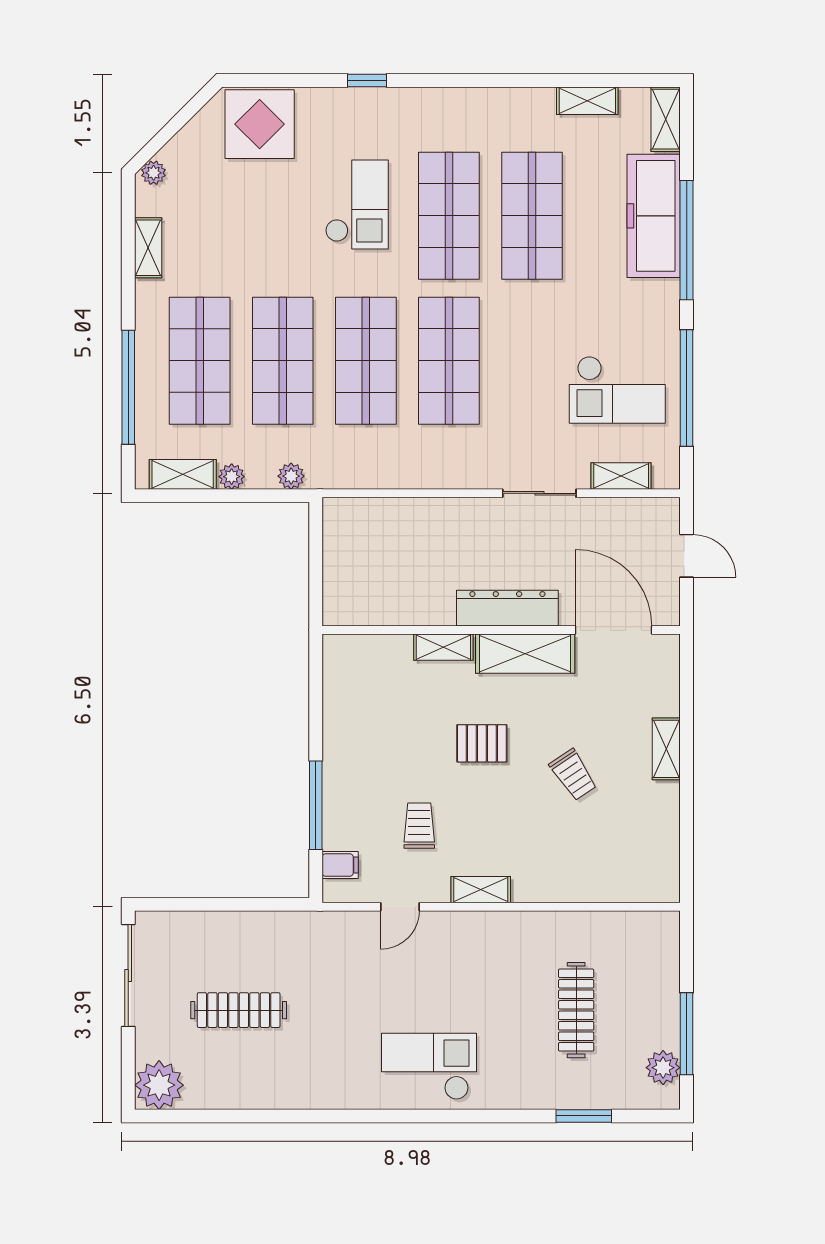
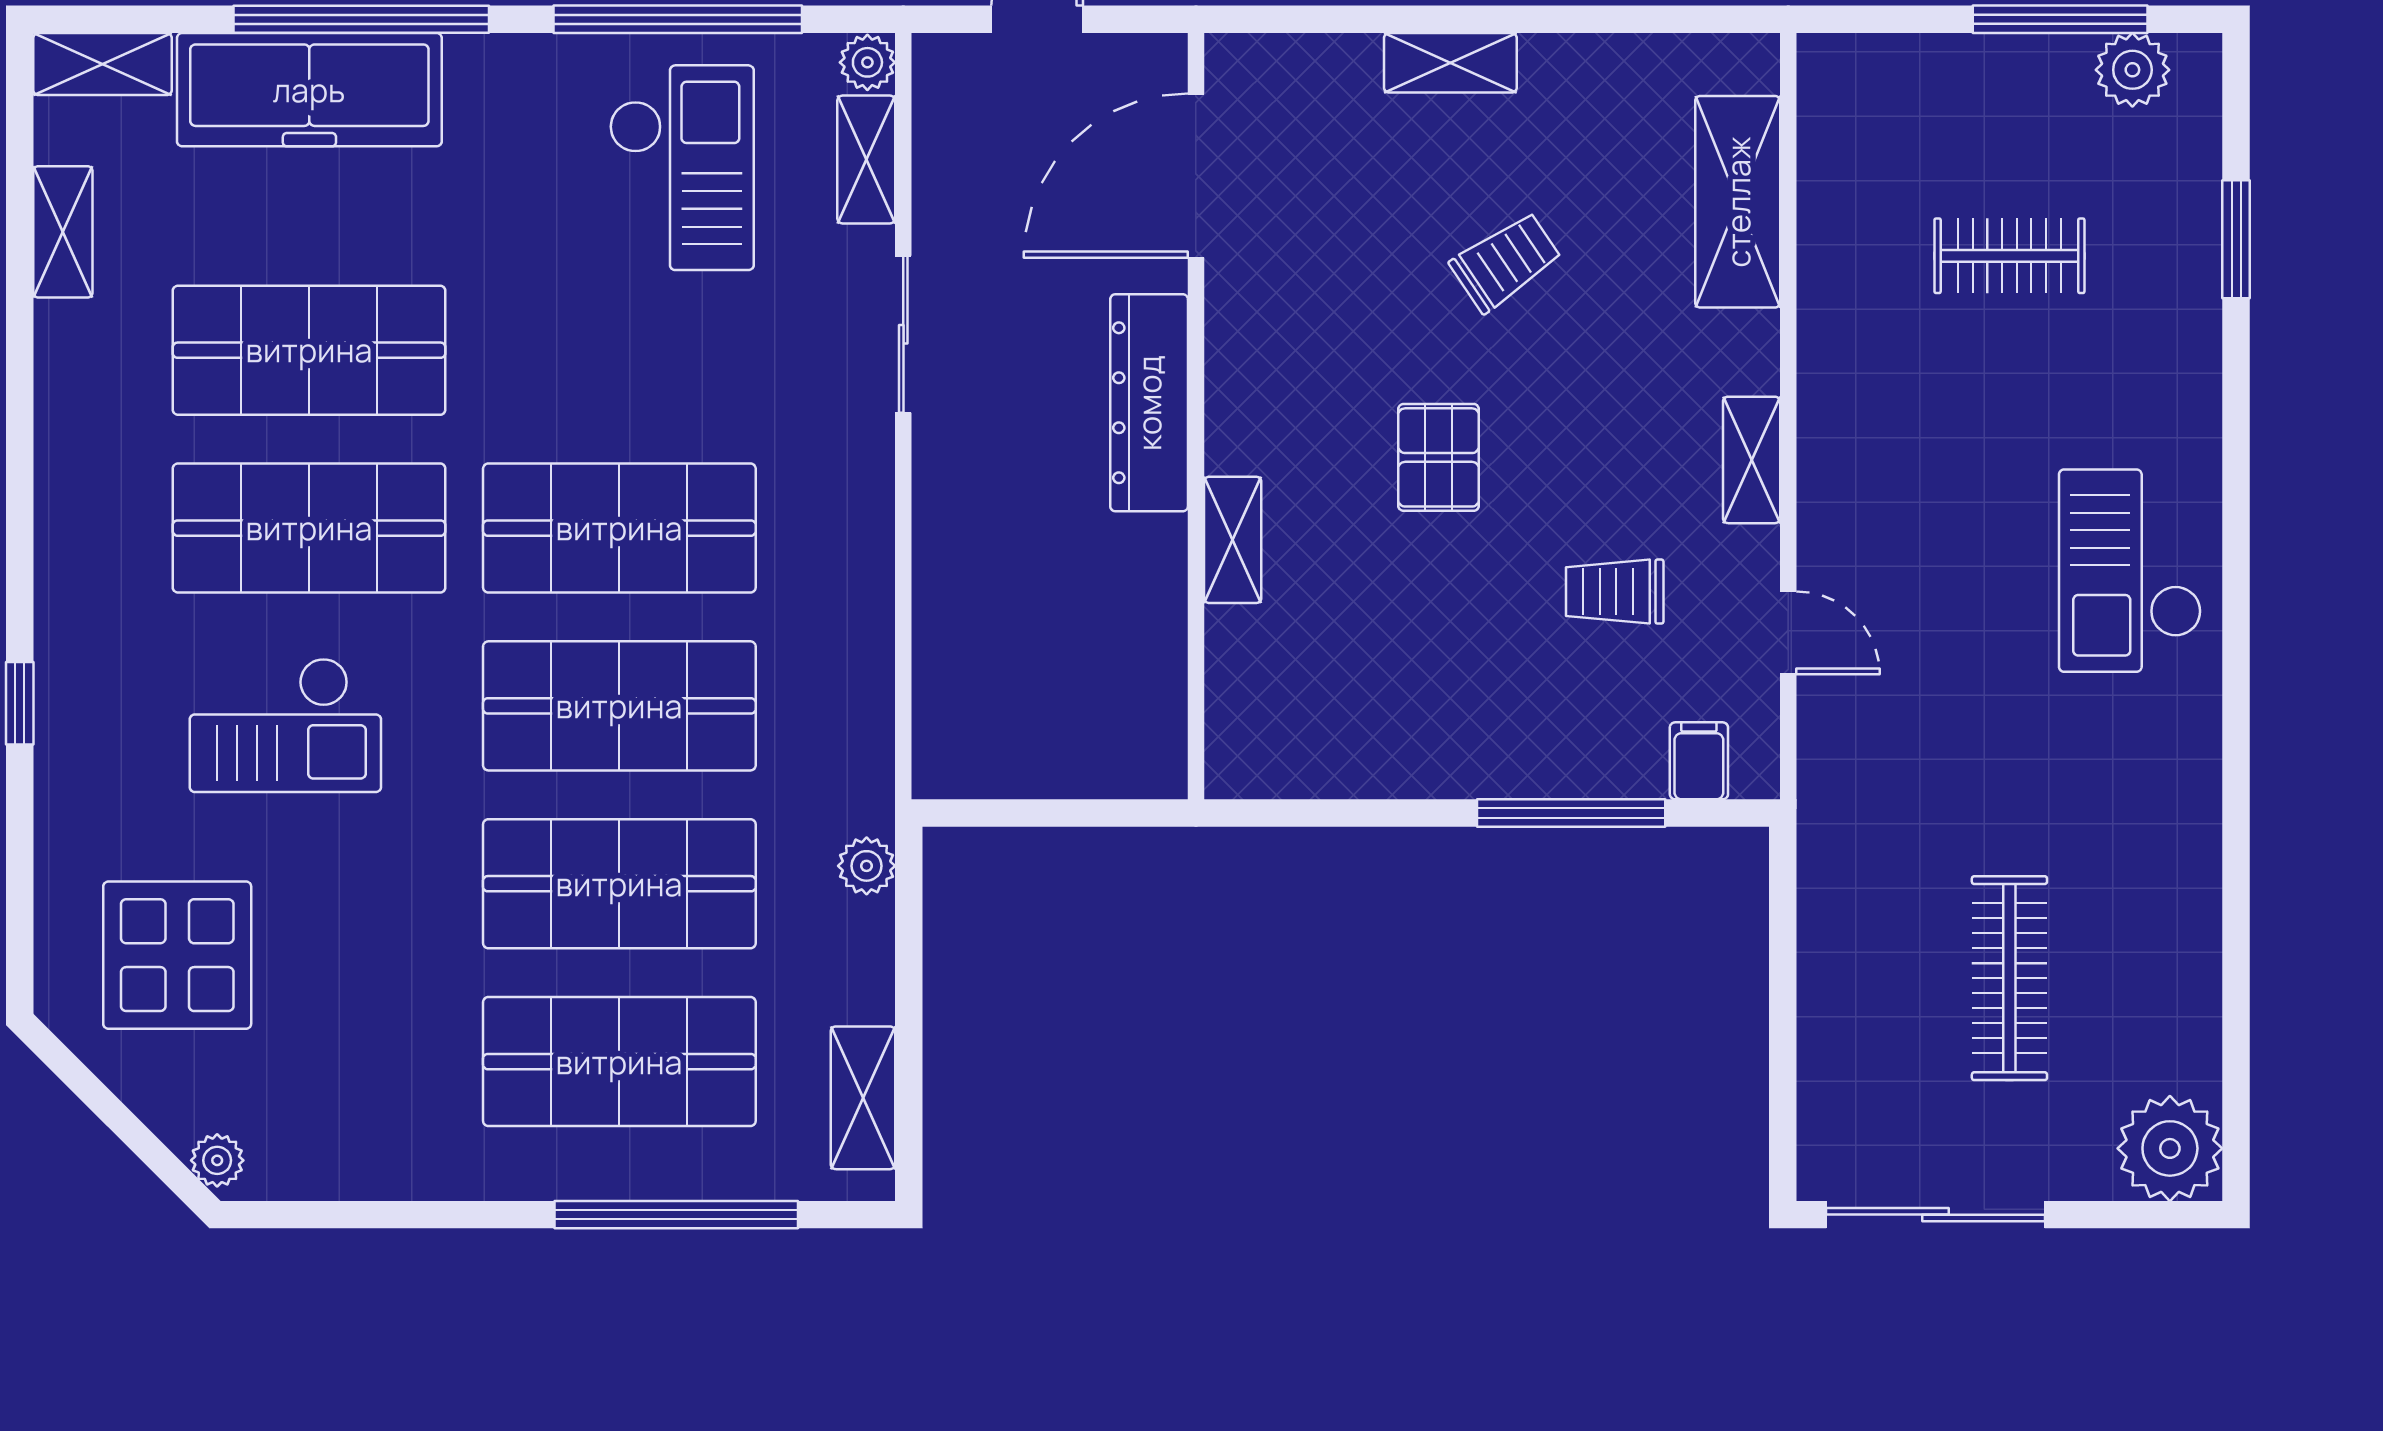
display table: (260, 124) -> (177, 955), moved
checkout: (357, 205) -> (285, 725), turned 180
shelving: (148, 248) -> (378, 1172), removed
plant: (232, 477) -> (867, 62), moved
shelving: (525, 654) -> (1738, 202), moved
clothes rail: (576, 1010) -> (2009, 256), width x0.73

